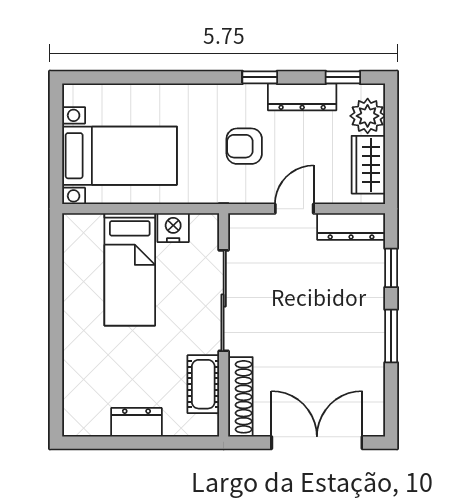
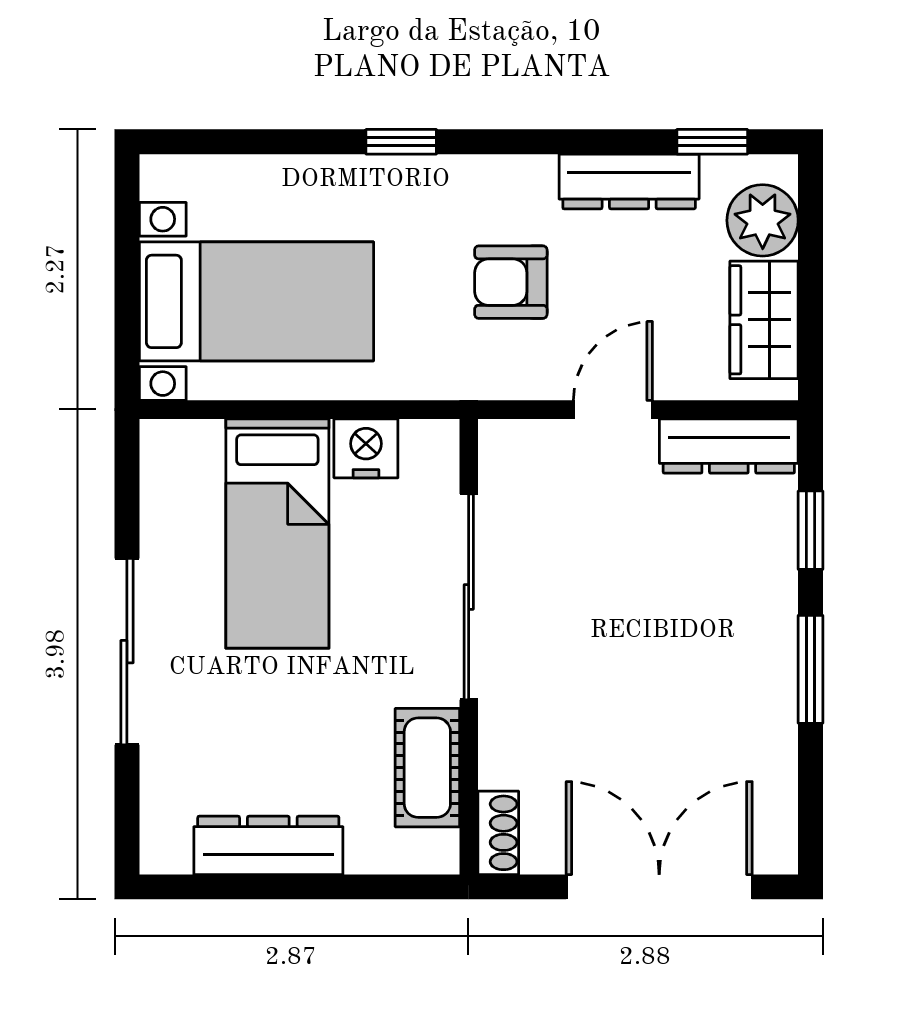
window: (260, 77) -> (401, 142), moved
sliding door: (56, 327) -> (127, 652), added
shoe rack: (240, 397) -> (498, 833), width x0.51, depth x0.81
dresser: (136, 422) -> (268, 845), width x1.44

